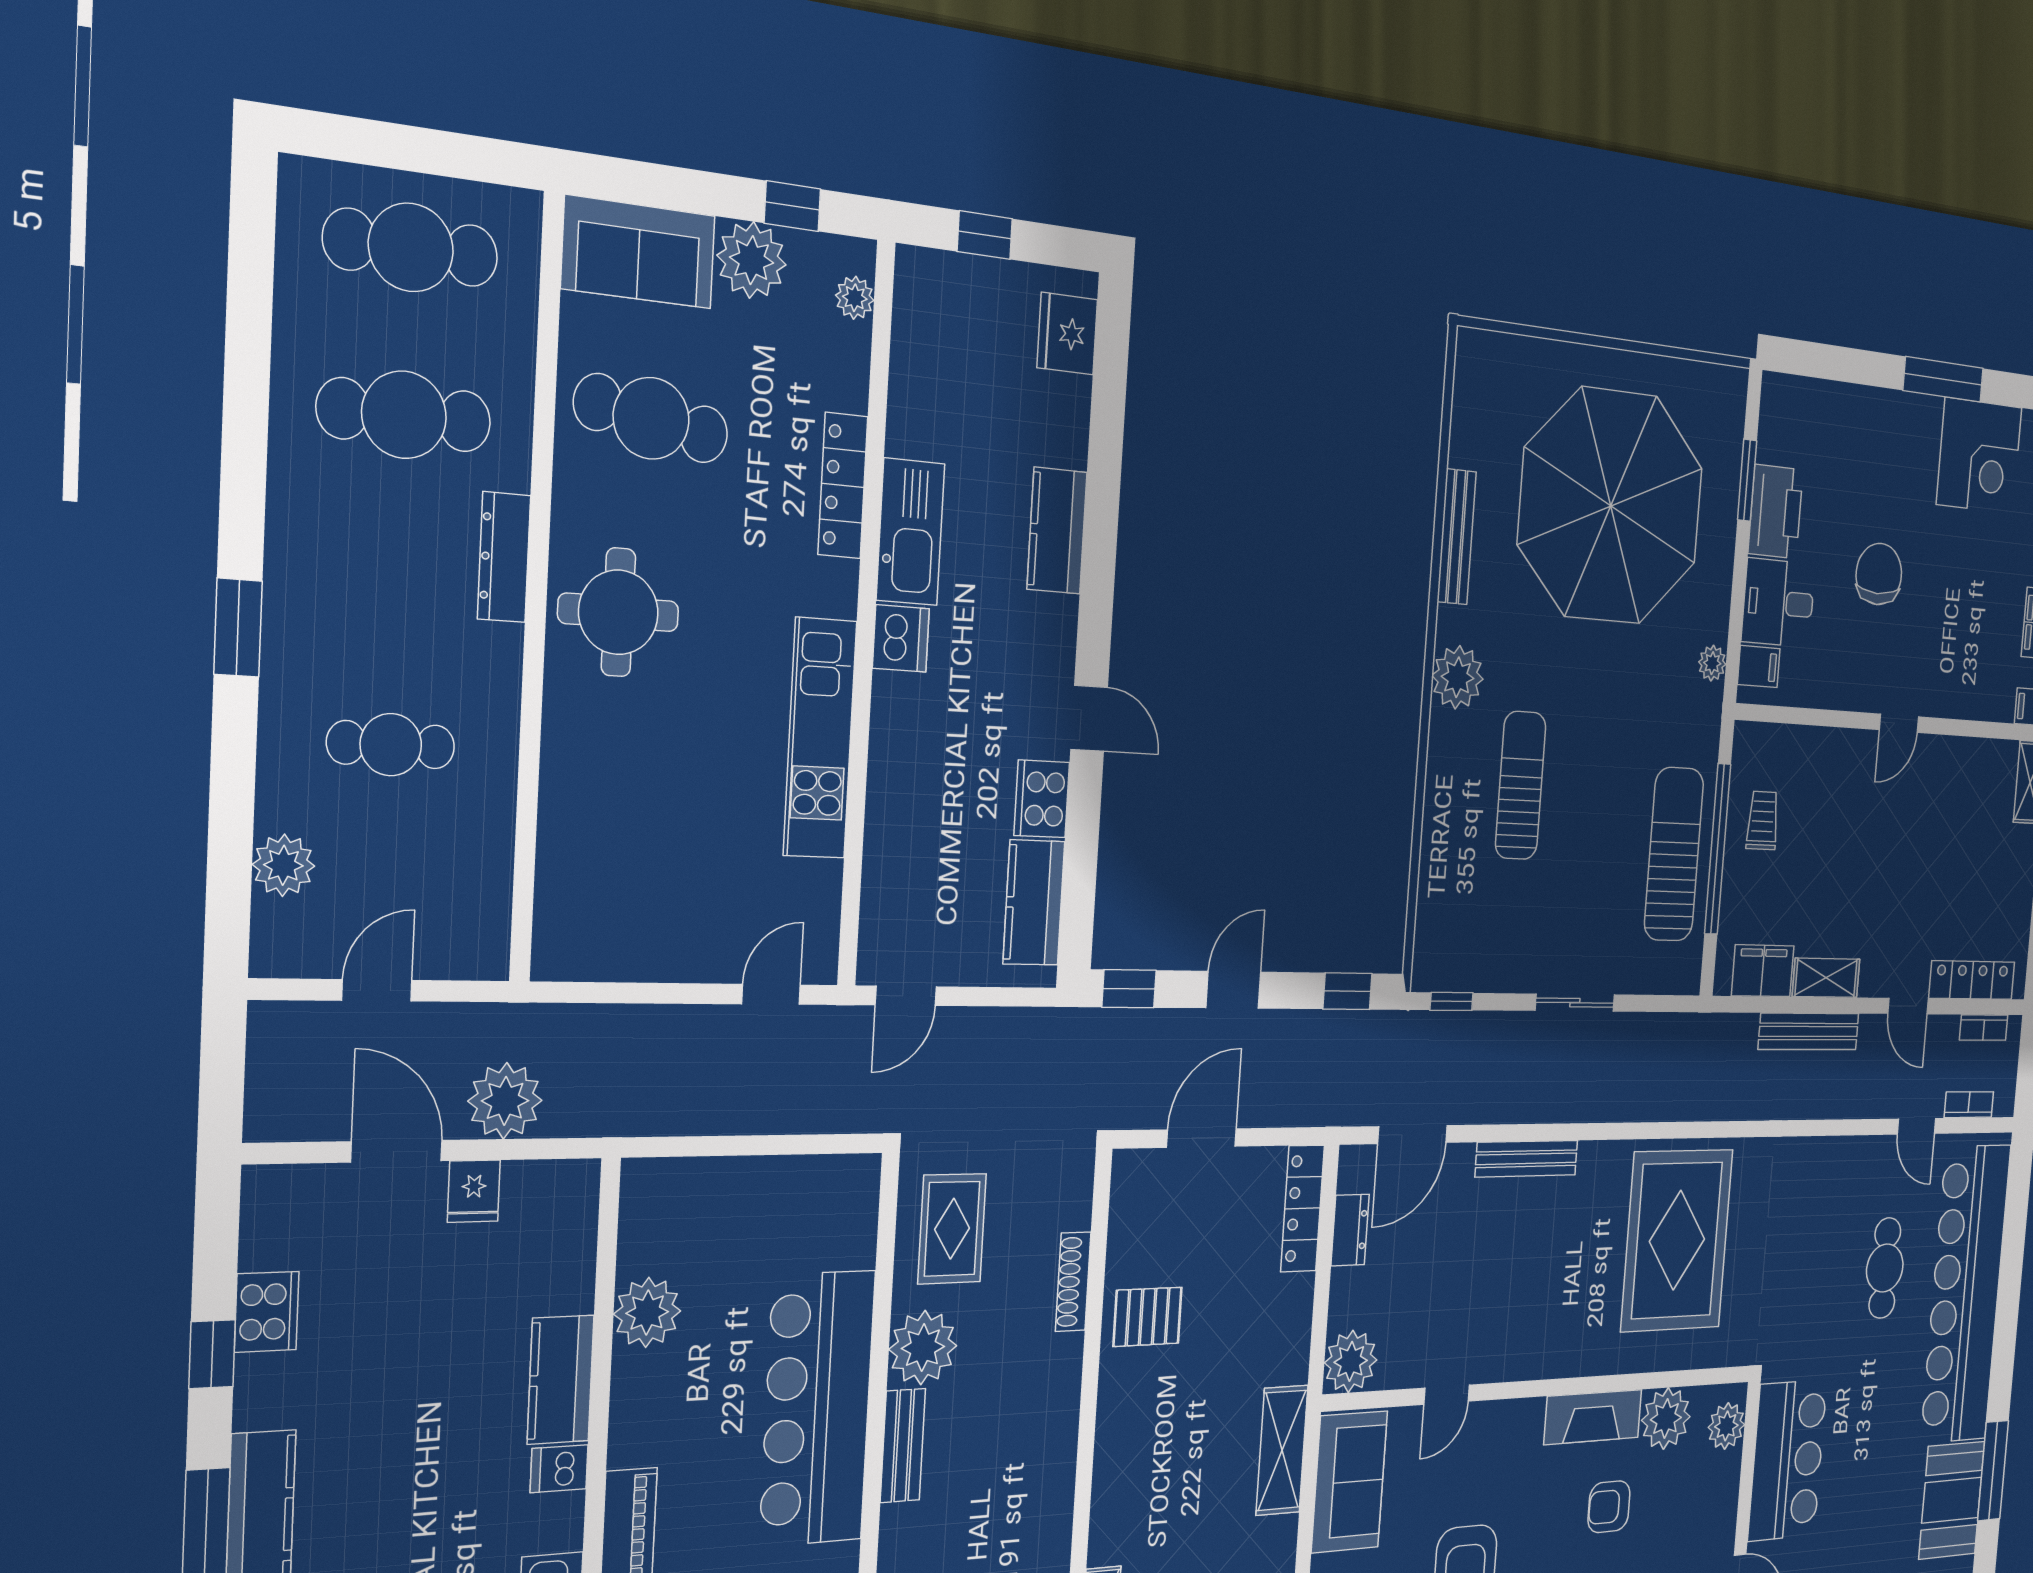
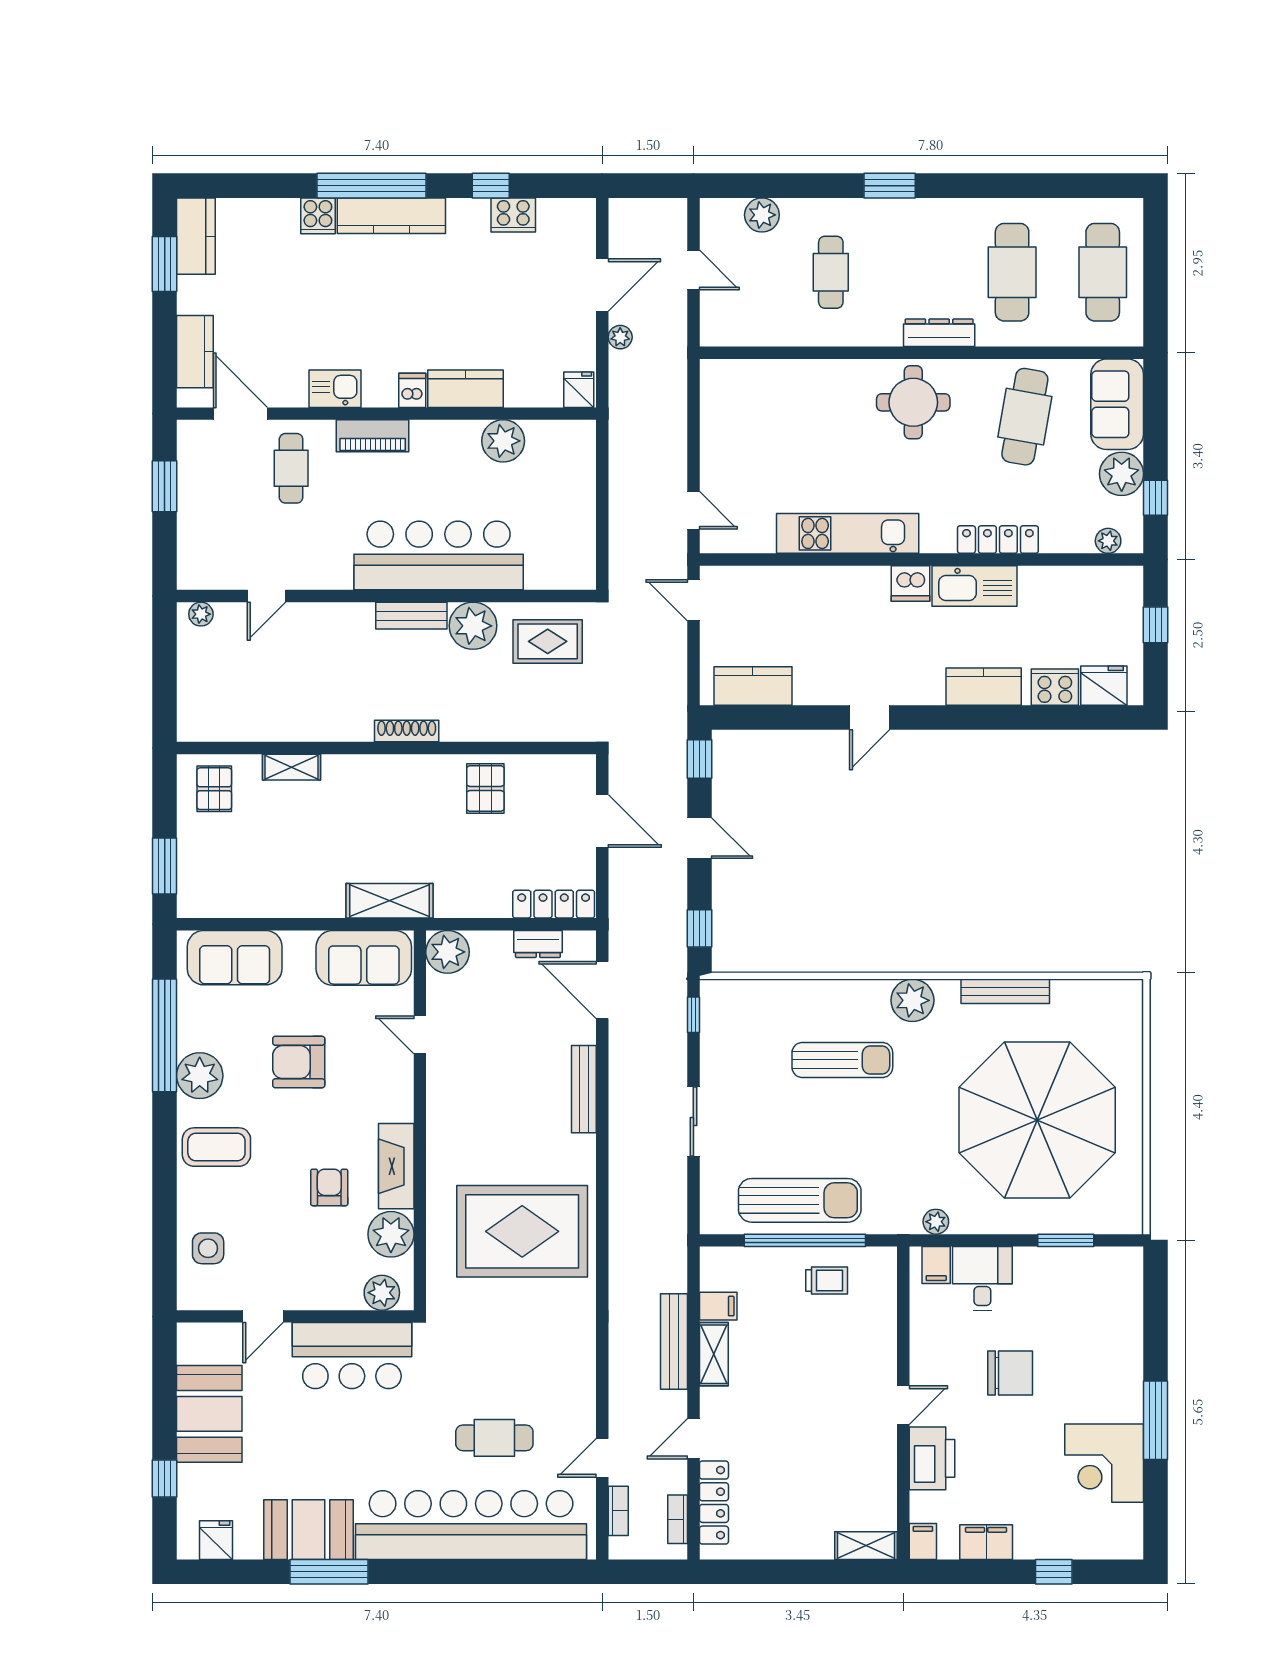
printer: (1776, 512) -> (932, 1458), moved, turned -90
door: (1899, 723) -> (903, 1405), swing flipped
cooker: (1042, 799) -> (1055, 687), moved
filing cabinet: (1763, 971) -> (718, 1306), width x0.50
plant: (505, 1101) -> (620, 337), width x0.53, depth x0.53
fridge: (474, 1191) -> (579, 390), moved, turned 90
shoe rack: (1073, 1282) -> (407, 731), moved

